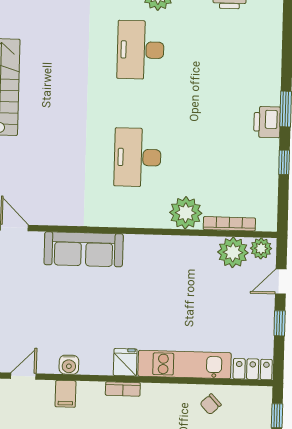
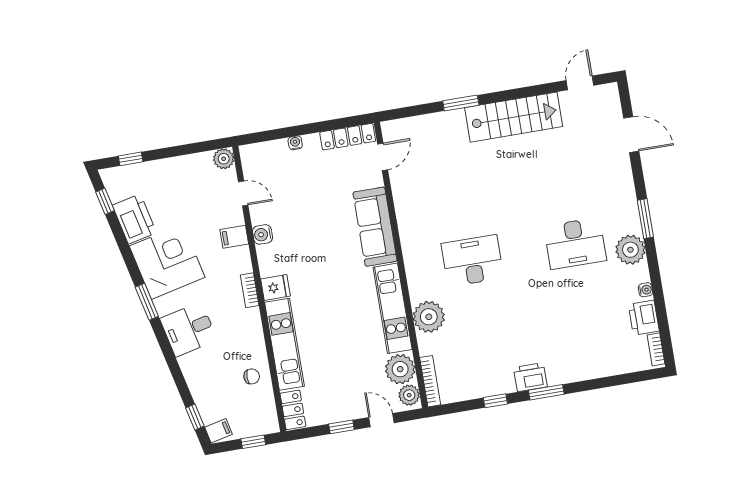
desk: (141, 50) -> (575, 243), turned 180
bookcase: (229, 224) -> (430, 381), moved
kitchen unit: (170, 248) -> (393, 308), added
chair: (211, 404) -> (252, 376), turned 133

